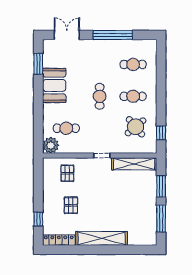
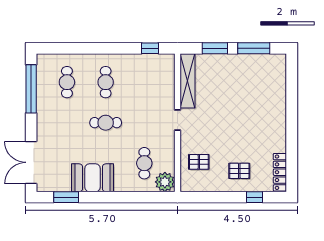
double door: (67, 35) -> (31, 162), width x1.37
window: (113, 35) -> (31, 89), moved
round table: (135, 127) -> (143, 79), removed
pallet: (71, 205) -> (239, 171), moved
shelving: (102, 238) -> (278, 120), removed

